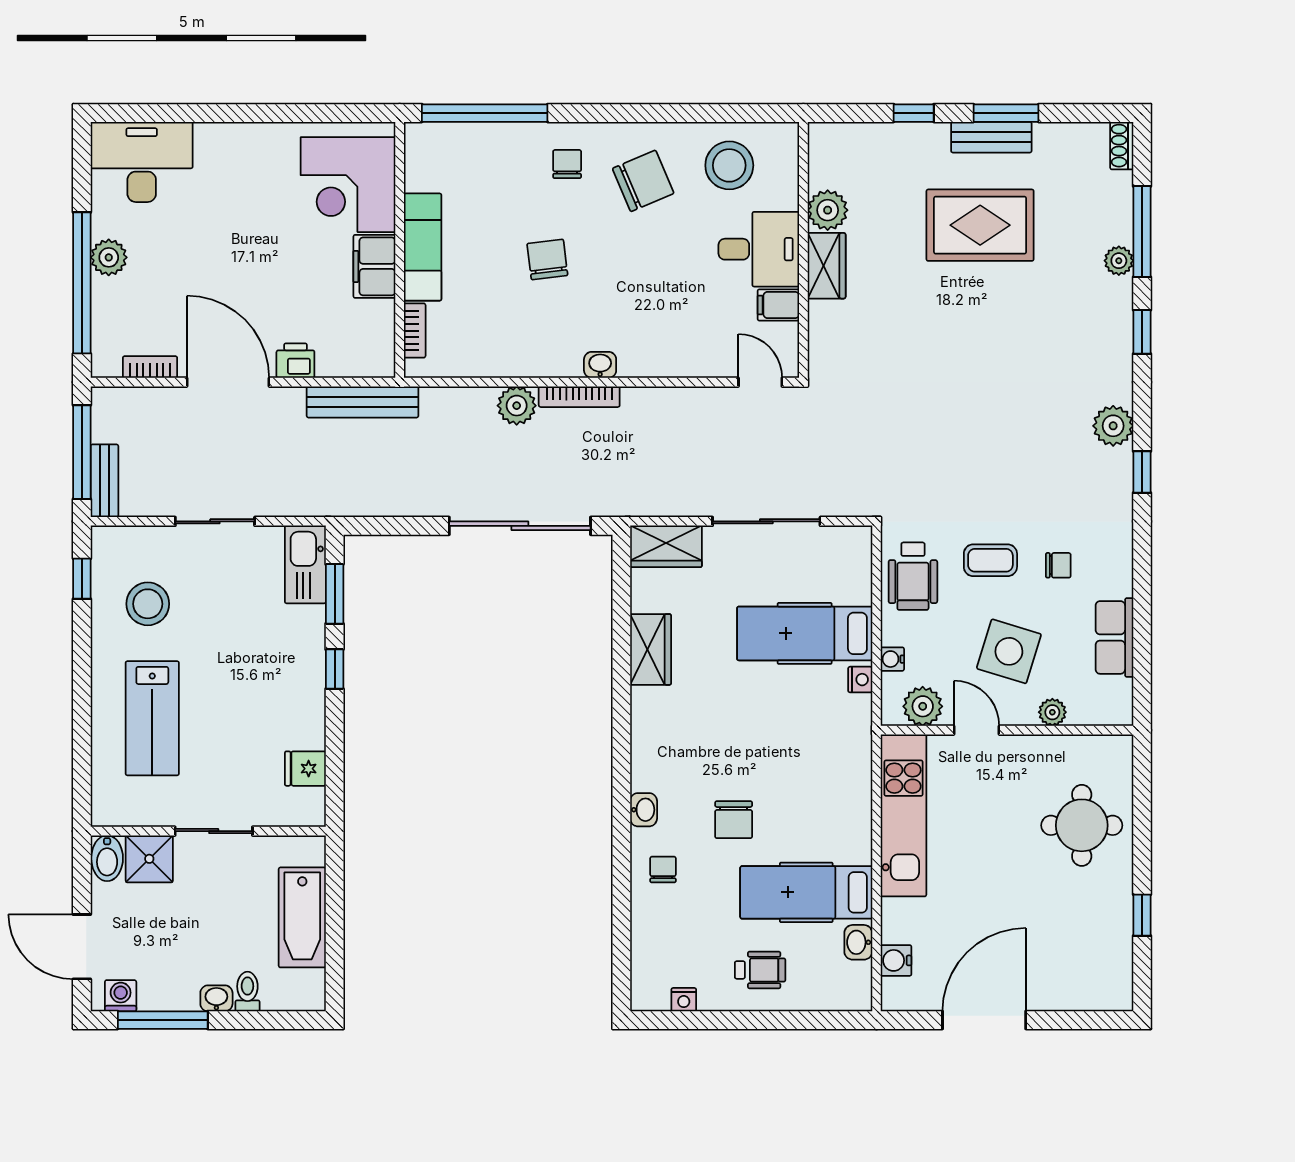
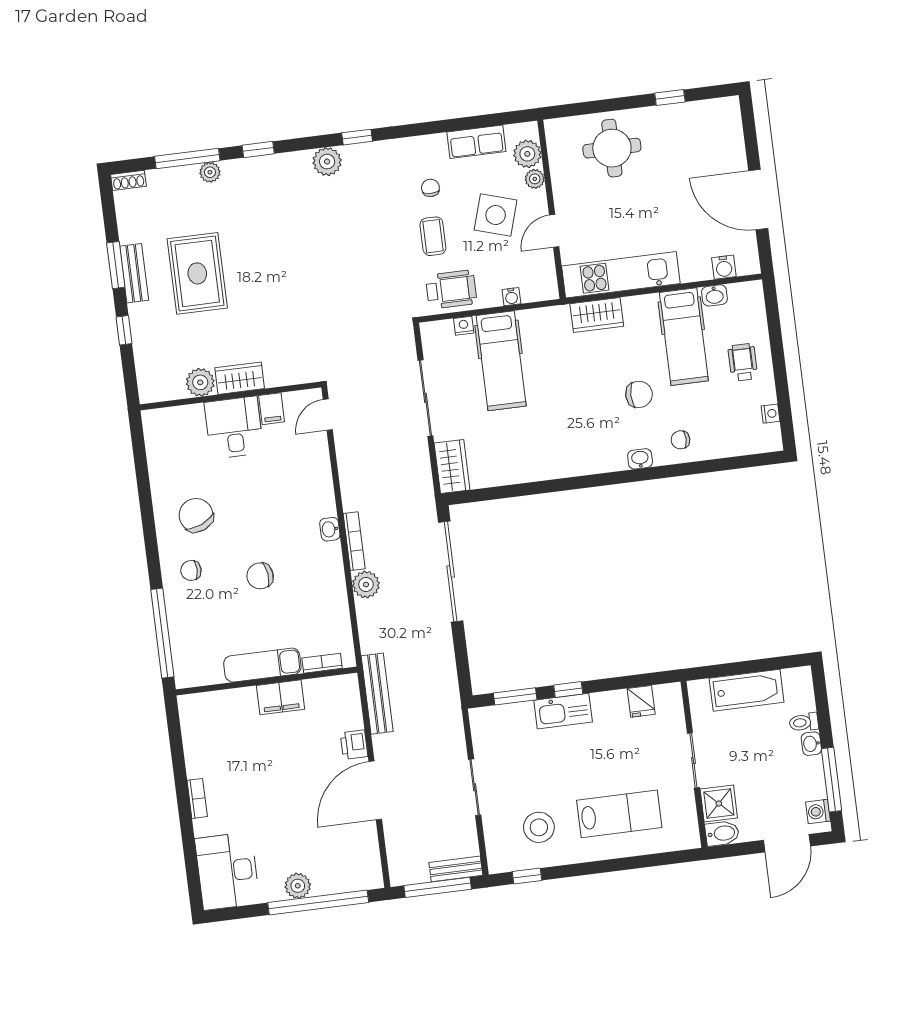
stool: (729, 165) -> (177, 456), removed
corner desk: (348, 185) -> (225, 723), removed
bookcase: (150, 367) -> (197, 798), moved, turned 180
kitchen sink: (305, 564) -> (563, 711), moved
wardrobe: (651, 649) -> (597, 315), moved, turned 180
nightstand: (860, 680) -> (464, 326), moved
plant: (923, 706) -> (527, 154), moved

